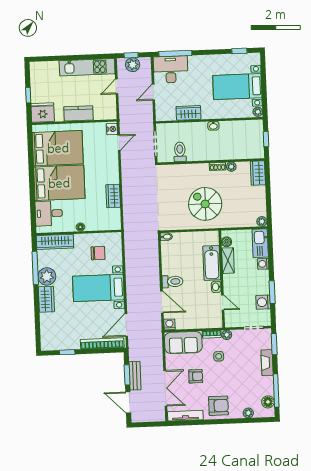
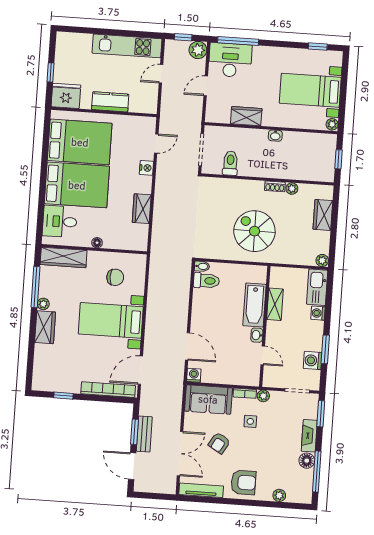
plant: (133, 65) -> (198, 50), moved
nightstand: (112, 129) -> (146, 168), moved
wardrobe: (258, 173) -> (323, 215), moved
boiler: (226, 242) -> (276, 281), removed
plant: (47, 276) -> (43, 304), width x0.53, depth x0.53
toilet: (172, 282) -> (206, 281), moved
armchair: (196, 376) -> (219, 443), turned 120
floor lamp: (268, 402) -> (307, 461), moved

